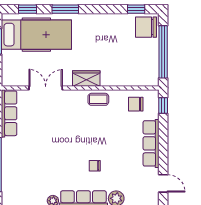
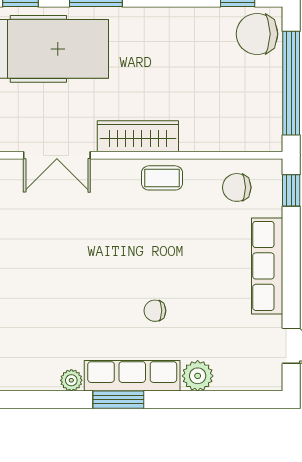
wardrobe: (86, 78) -> (138, 136), width x1.50
double door: (46, 88) -> (57, 155), swing flipped

